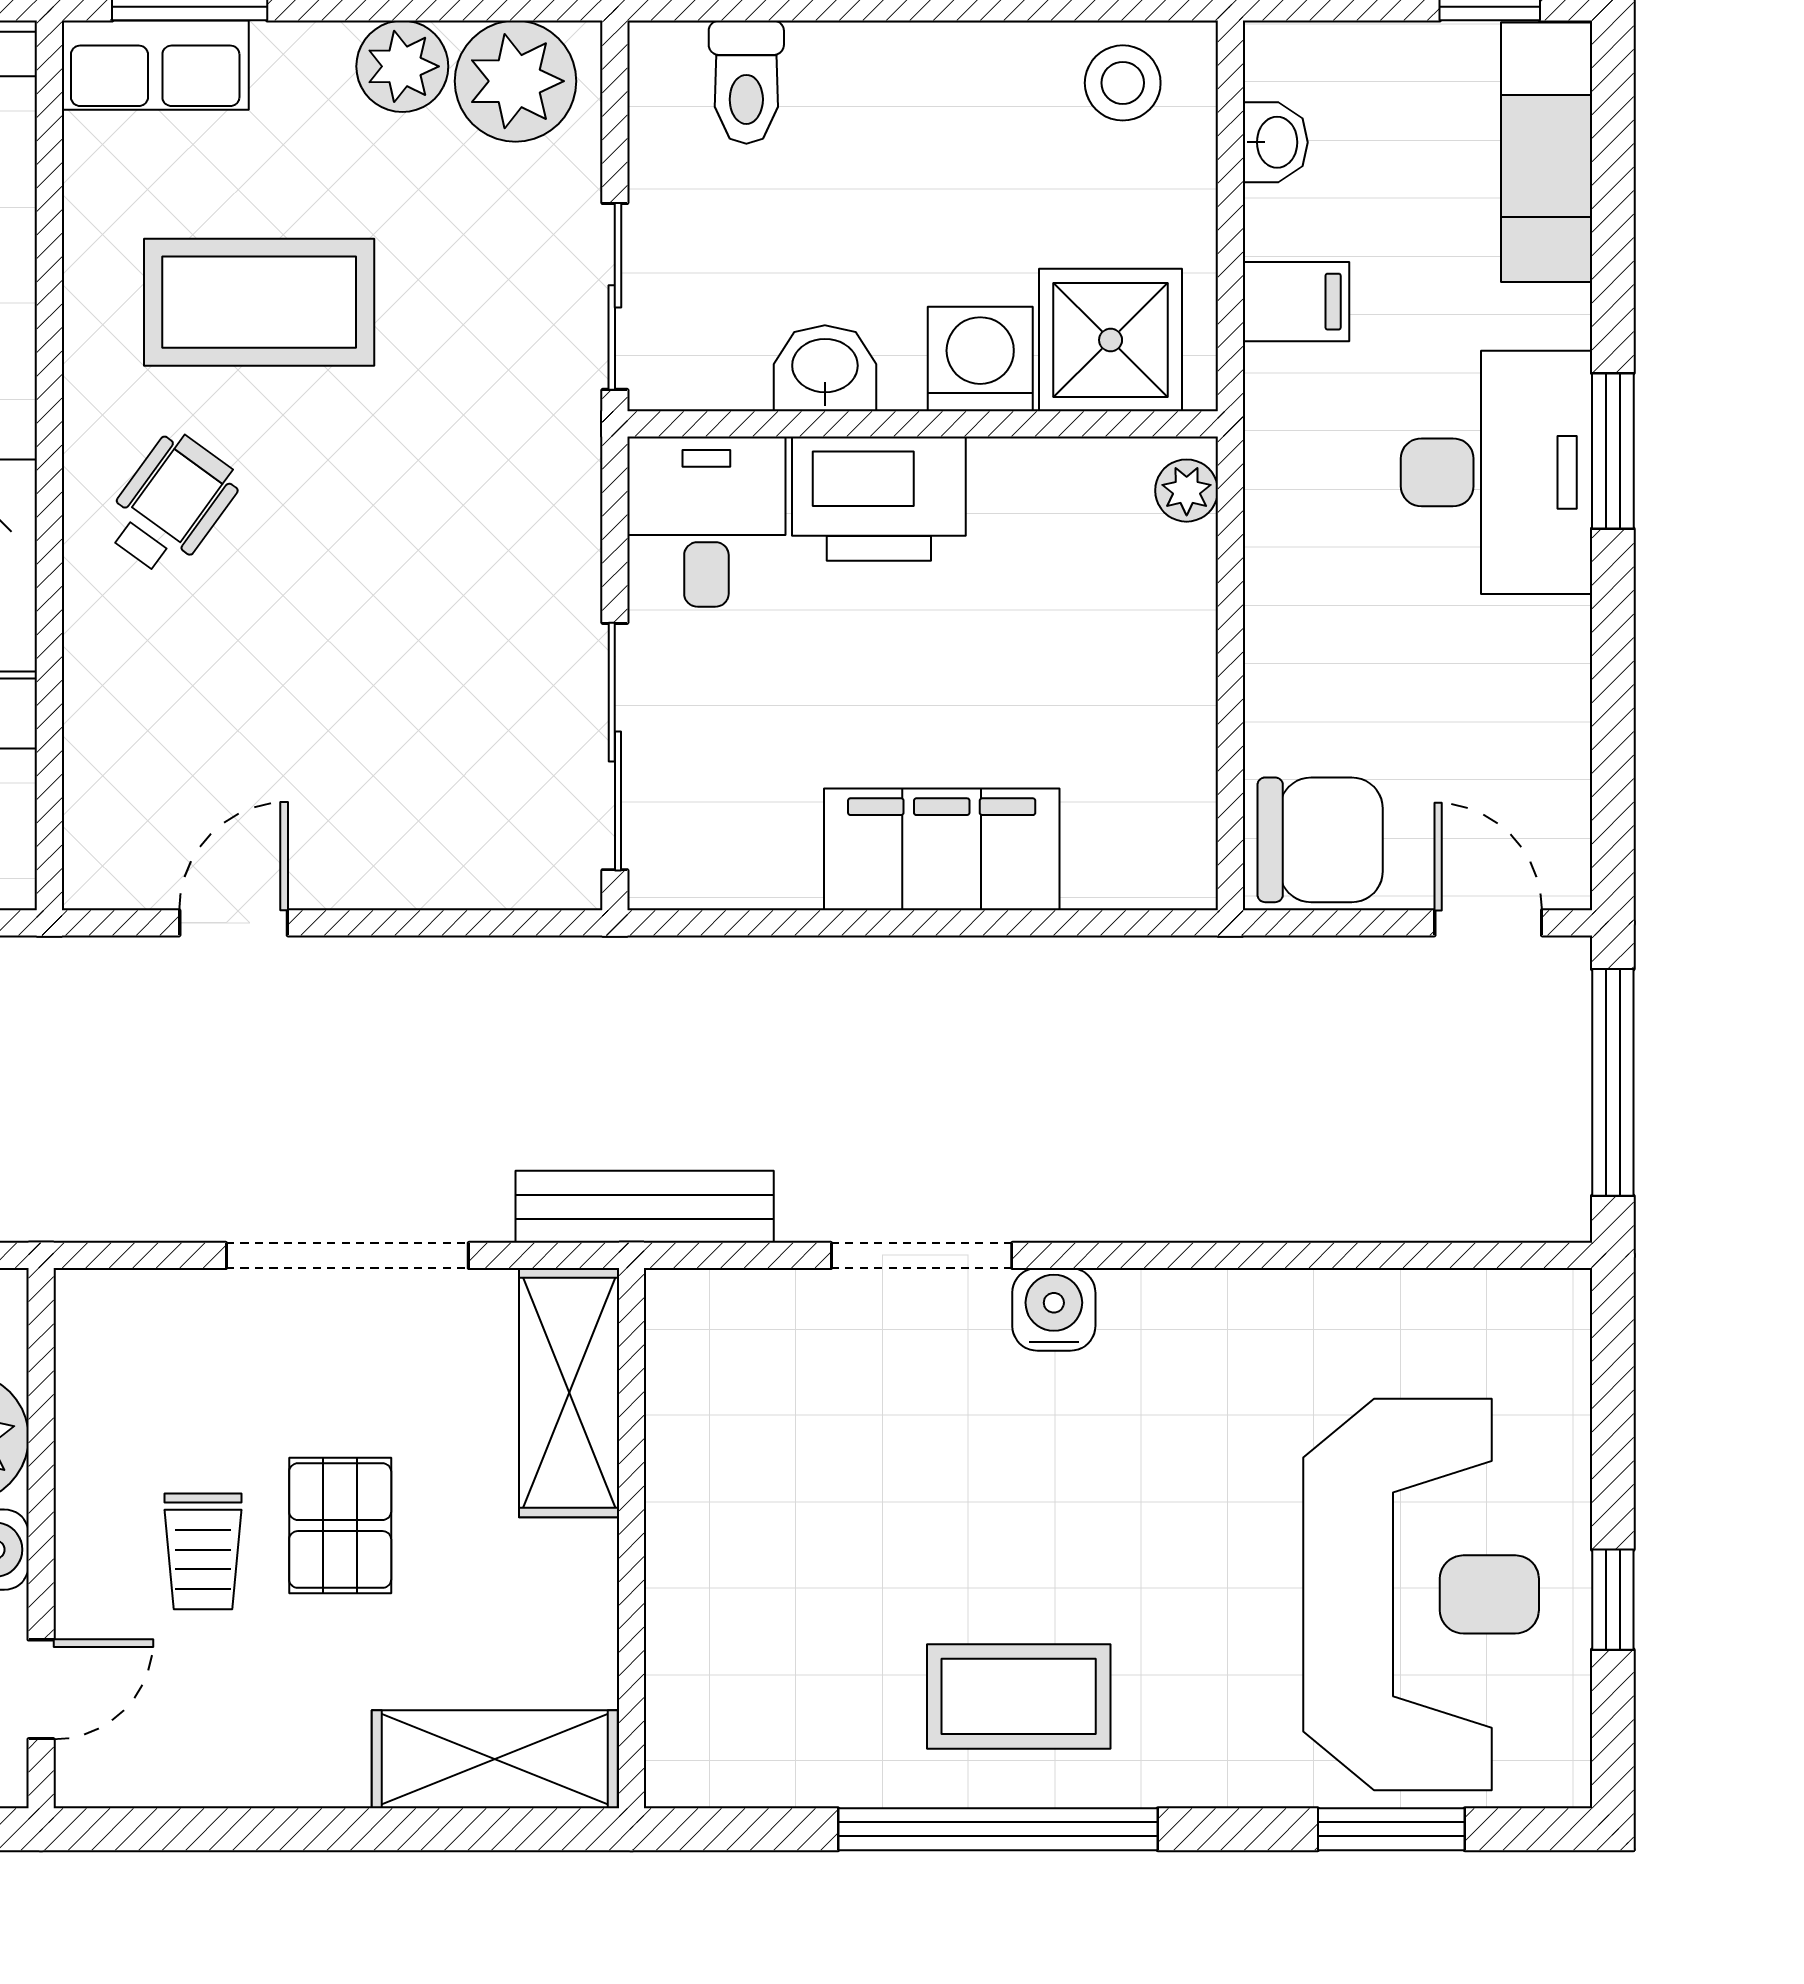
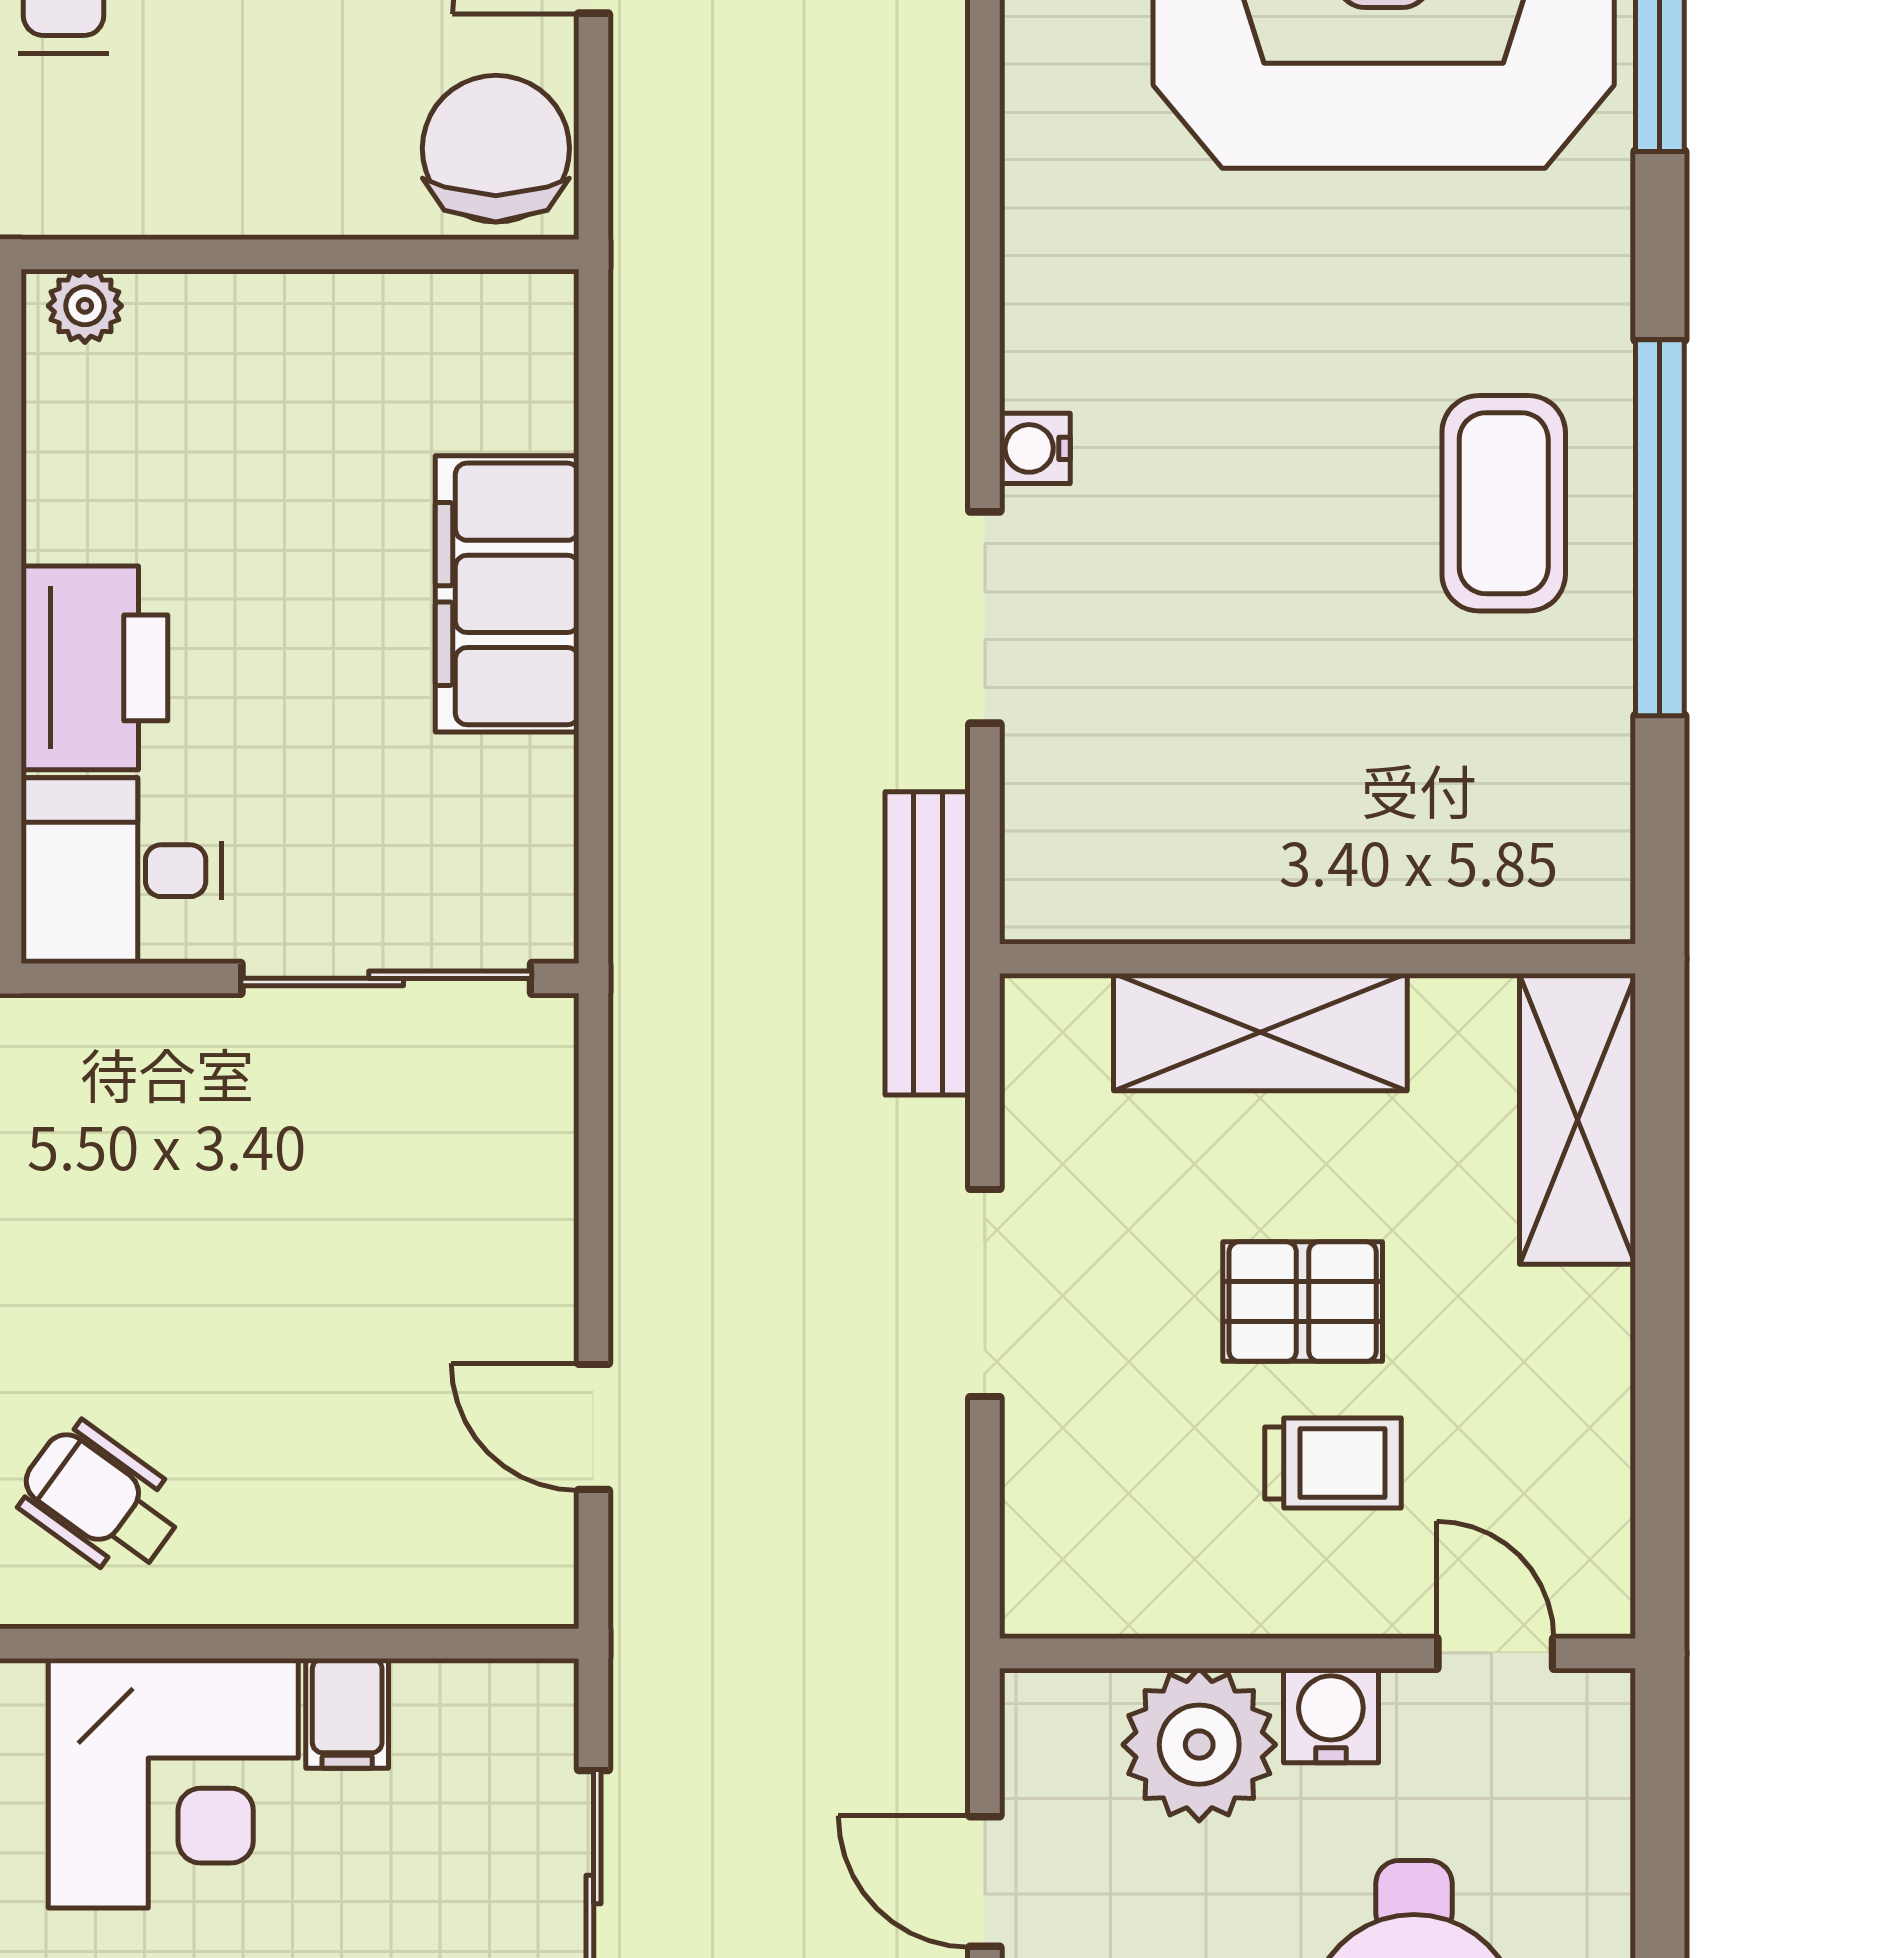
doorway: (347, 1255) -> (985, 1293), width x0.73
water cooler: (1054, 1309) -> (1035, 448), width x0.72, depth x0.72
shelving: (569, 1393) -> (1260, 1032), moved

